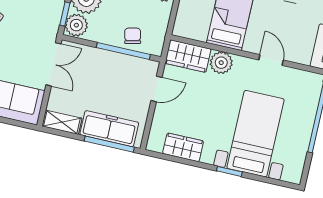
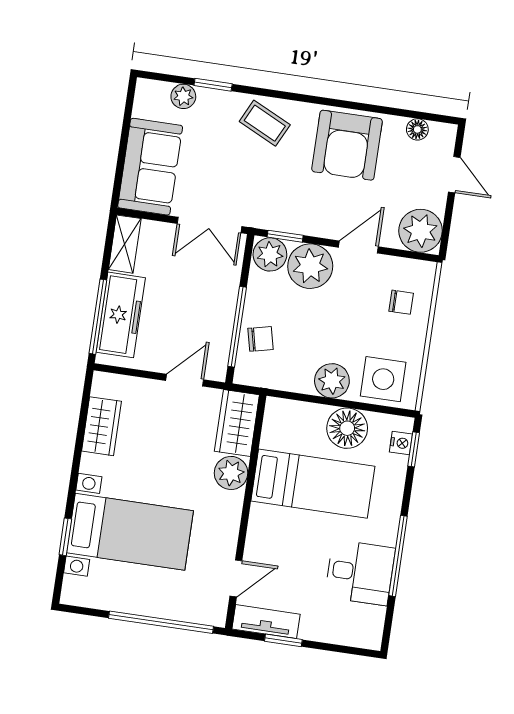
door: (271, 60) -> (236, 578), moved
door: (156, 89) -> (185, 380), swing flipped
window: (229, 171) -> (65, 537), moved

